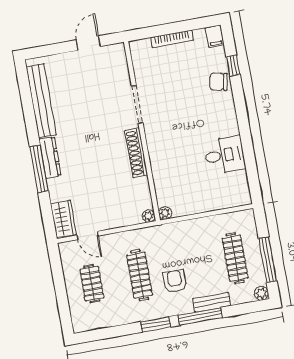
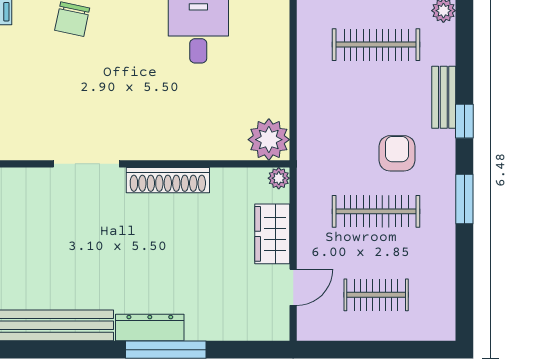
plant: (165, 213) -> (269, 140), width x1.88, depth x1.88
wardrobe: (63, 219) -> (272, 234), moved, turned -90
armchair: (175, 281) -> (397, 153), turned 90
window: (200, 316) -> (464, 121), width x0.46

